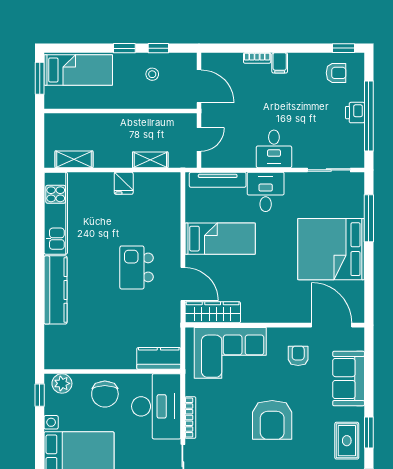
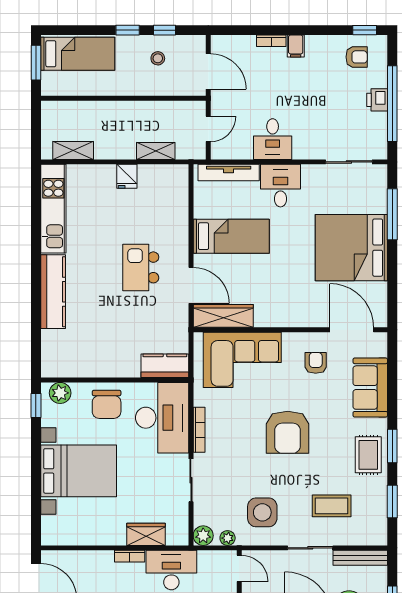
desk: (274, 149) -> (273, 139), moved

